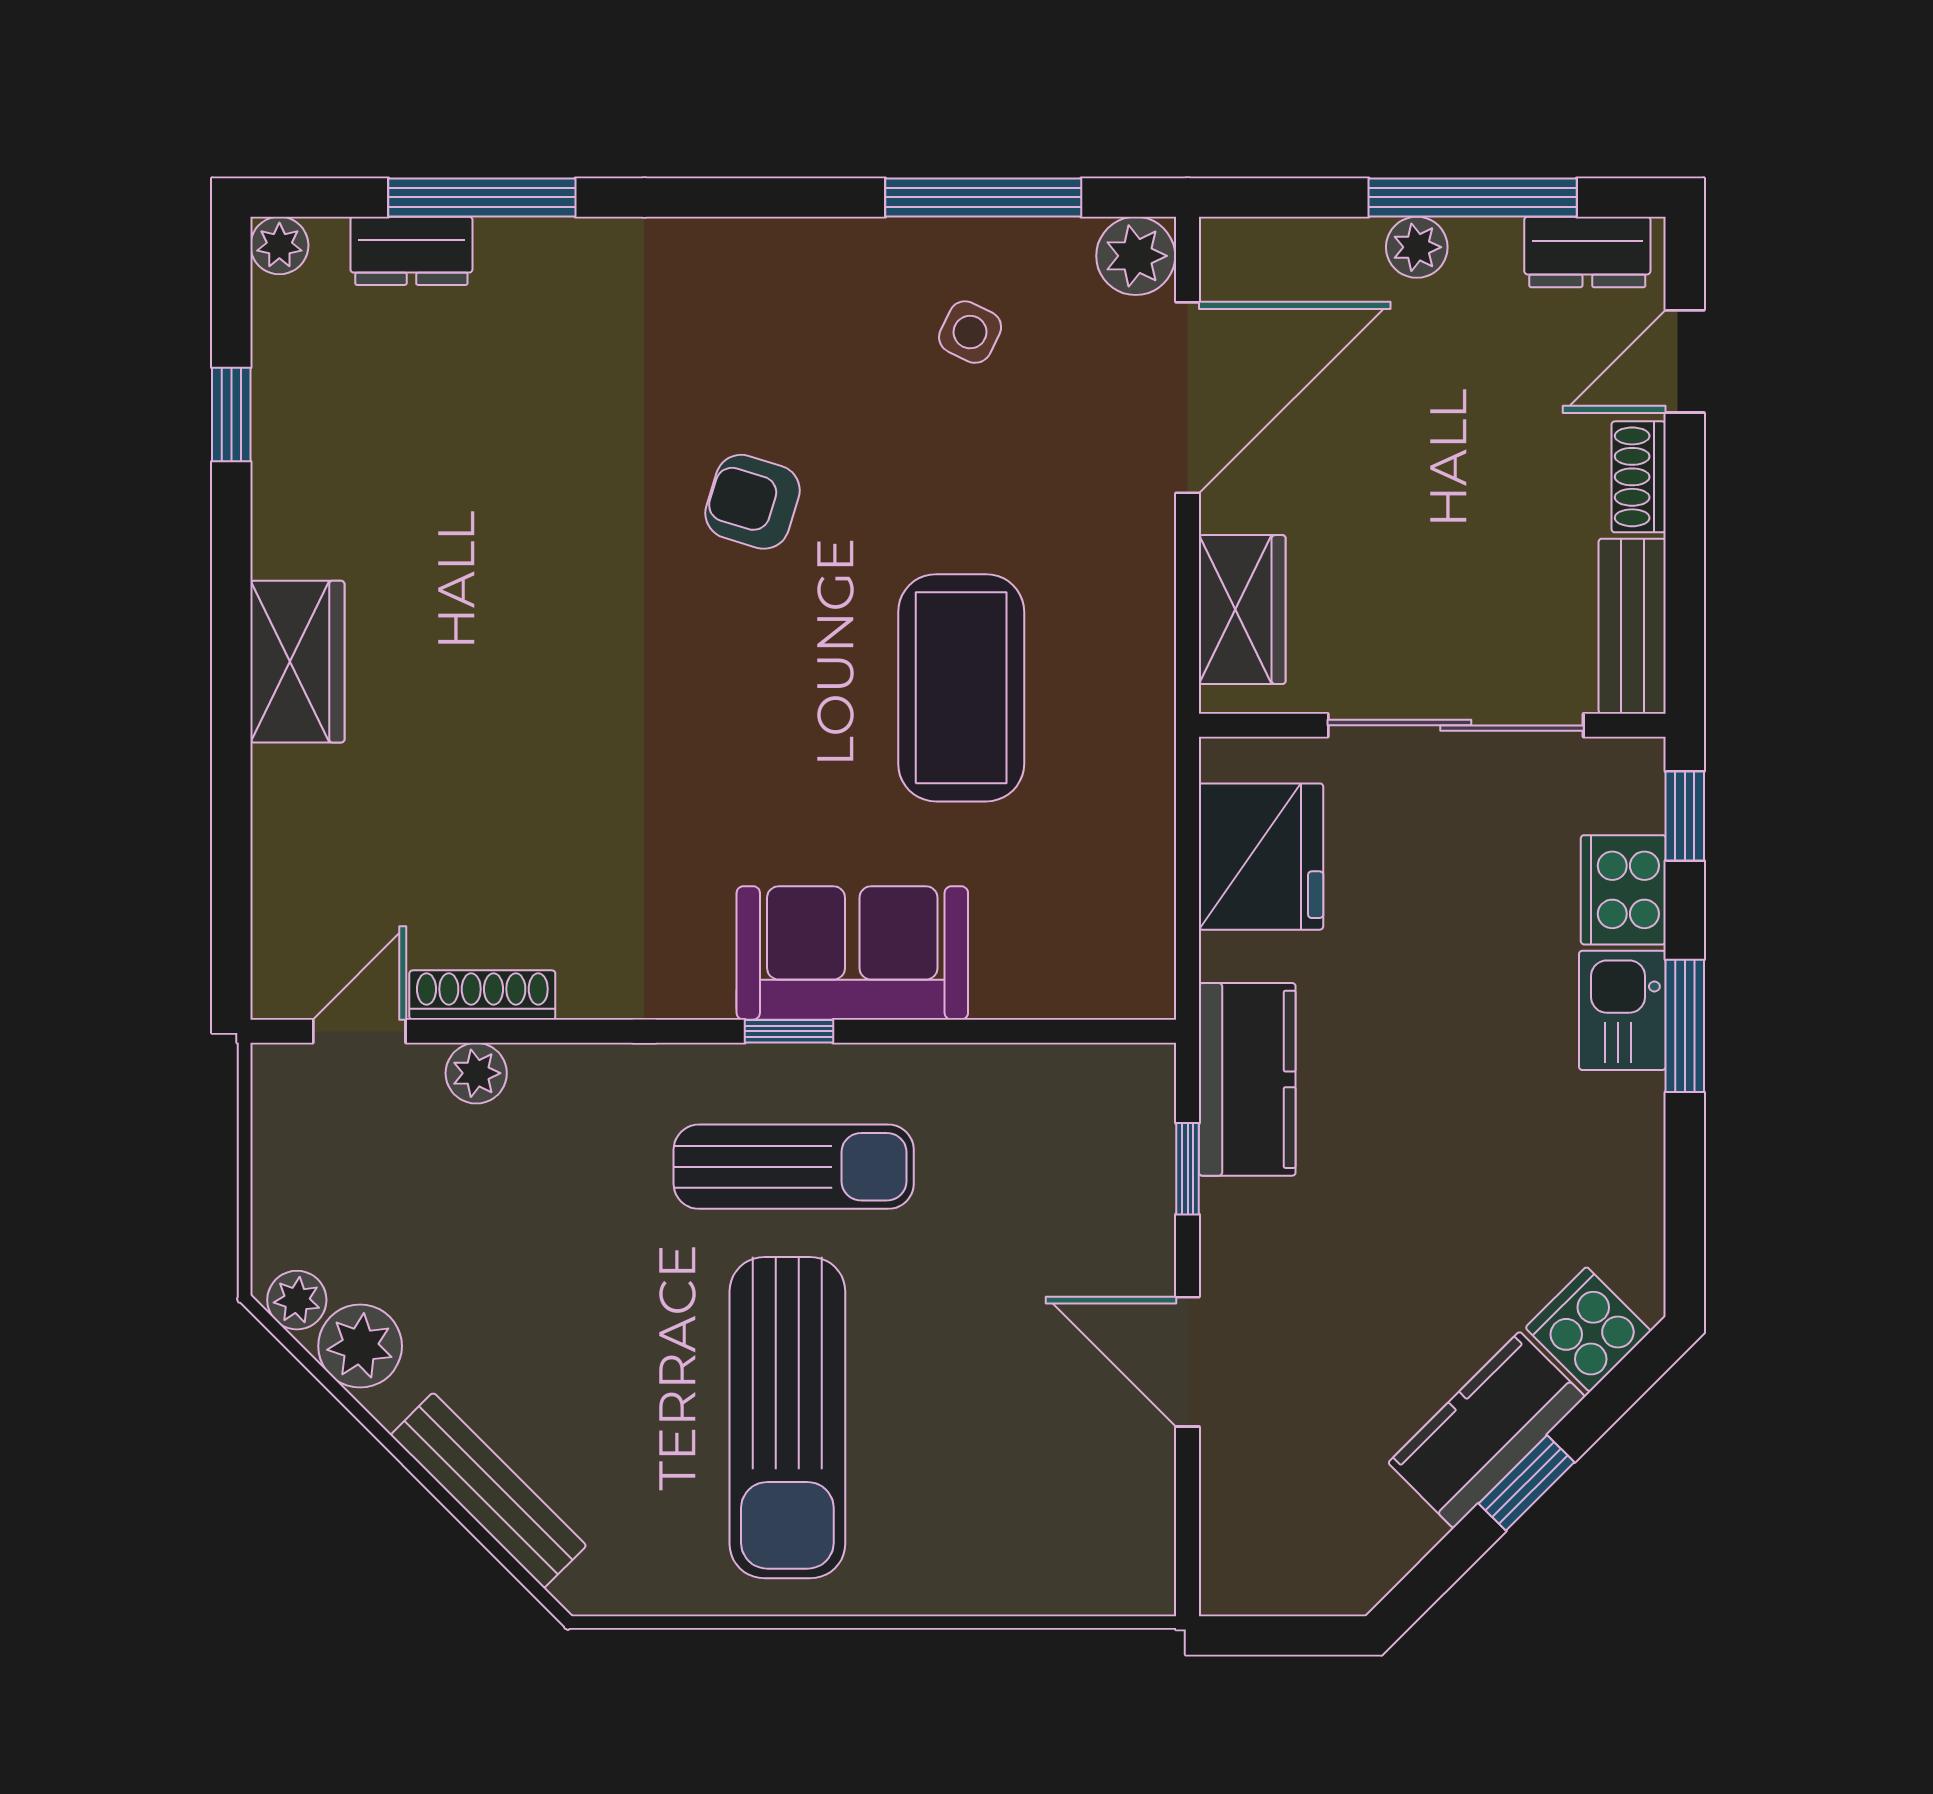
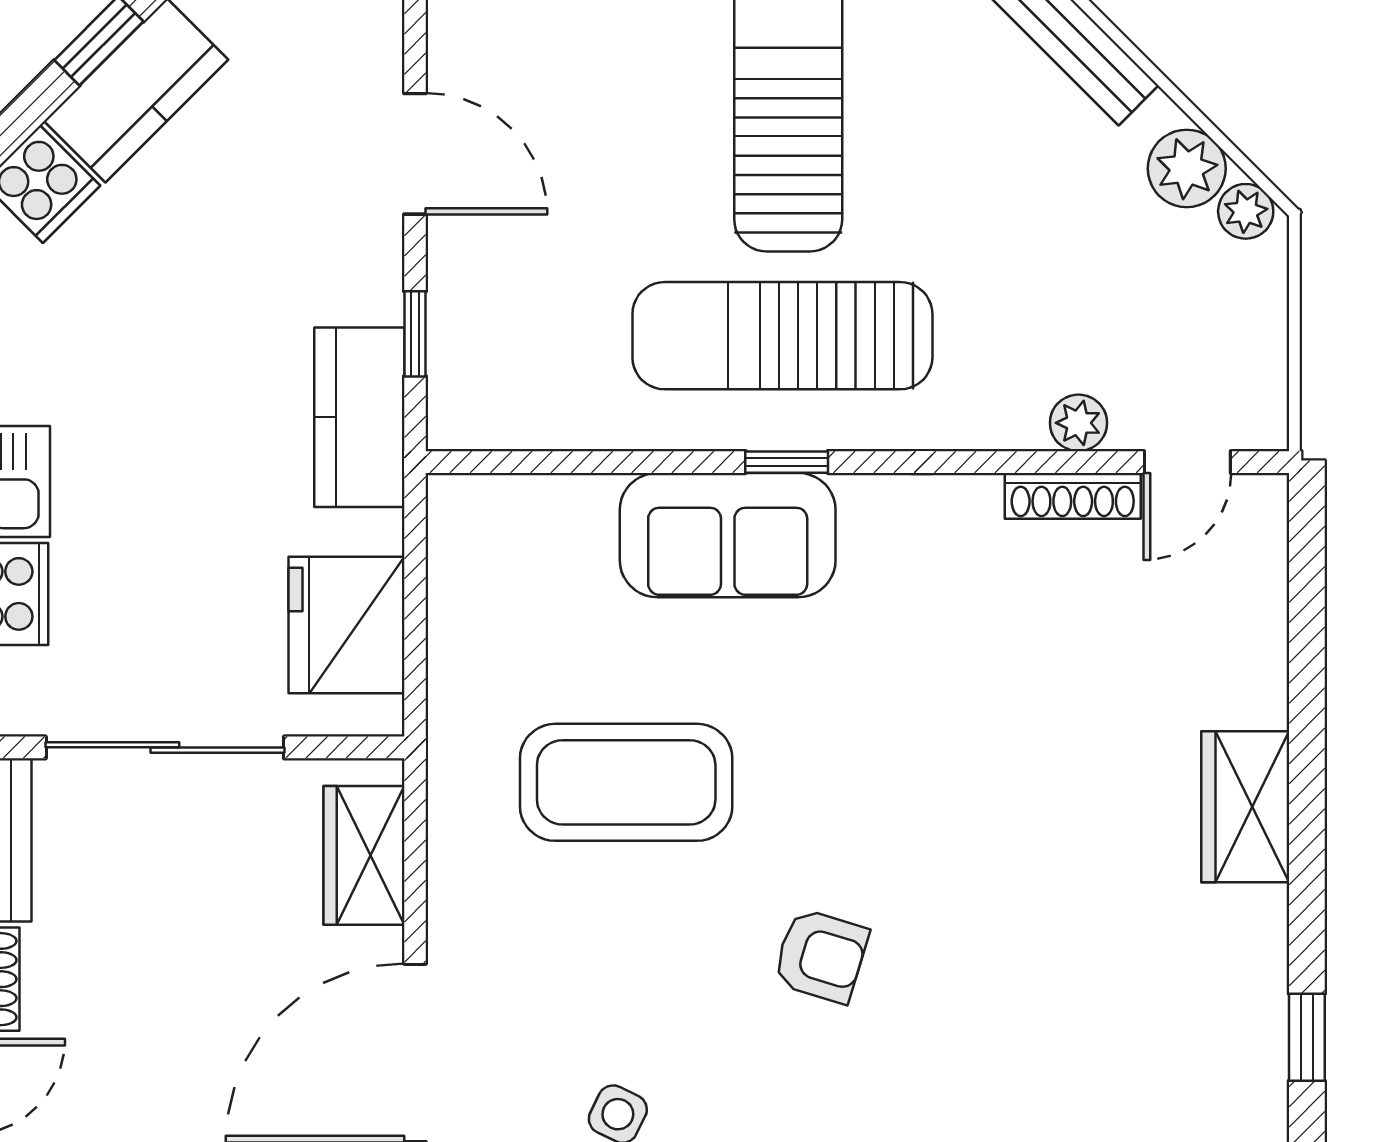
coffee table: (961, 688) -> (626, 782), turned 90
sun lounger: (794, 1167) -> (782, 336), width x1.36, depth x1.34

